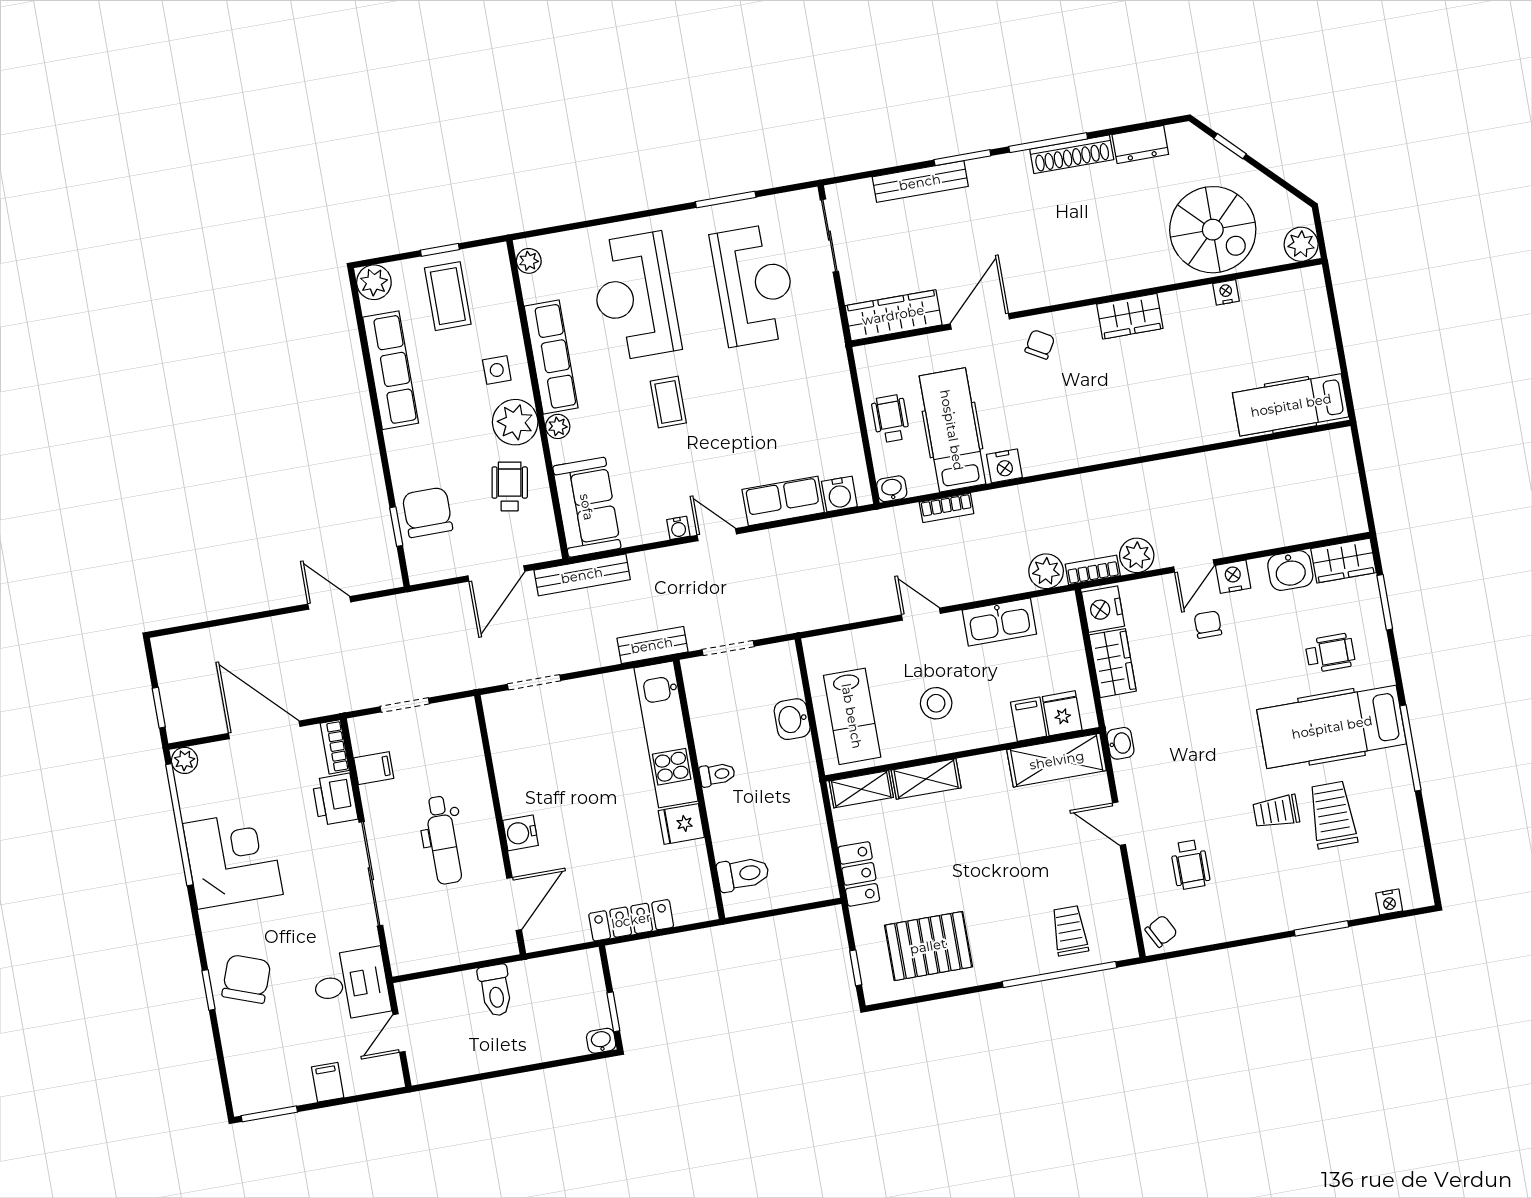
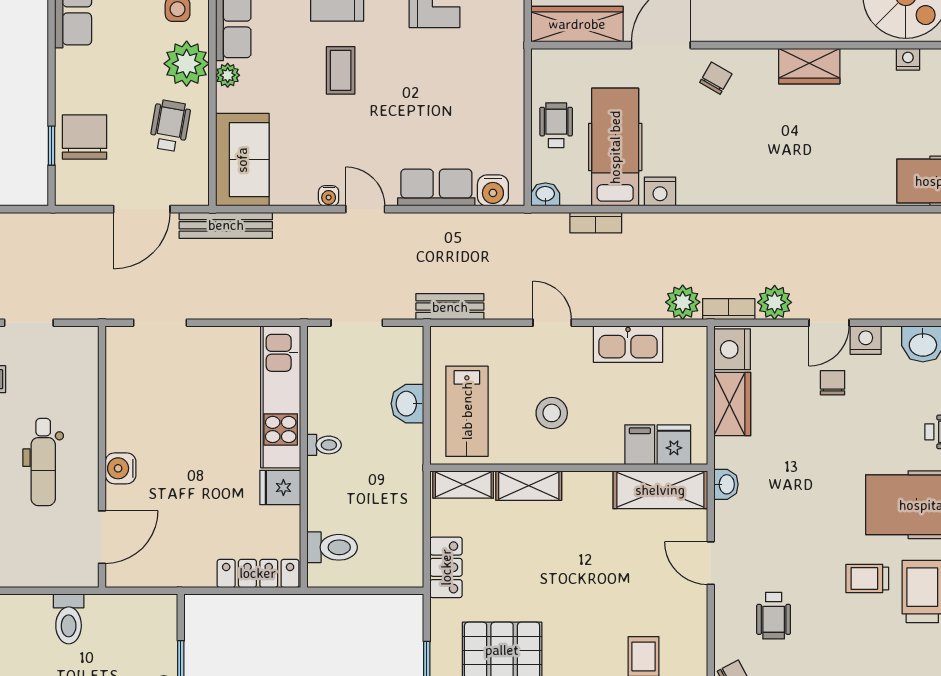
bench: (652, 645) -> (450, 307), moved
locker: (631, 920) -> (258, 573), moved

